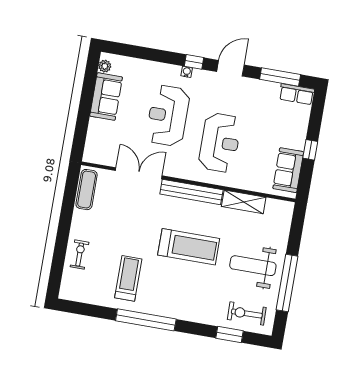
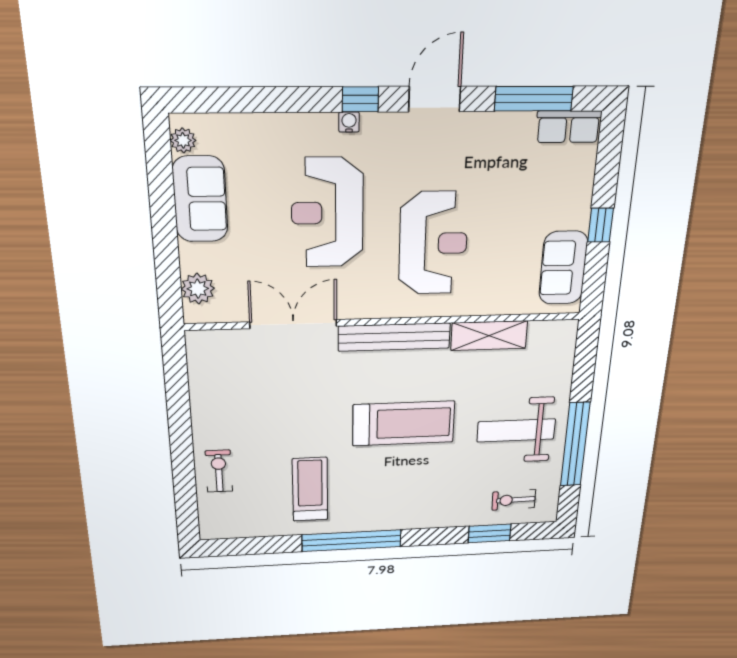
plant: (94, 143) -> (198, 289), added
exercise mat: (87, 190) -> (205, 369), removed
exercise bike: (247, 313) -> (514, 500), width x0.73, depth x0.72

